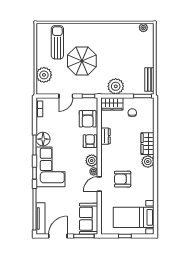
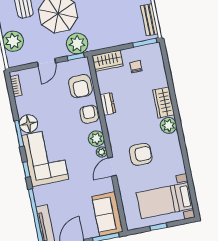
plant: (116, 86) -> (77, 43), moved
armchair: (123, 179) -> (141, 154), turned 180

